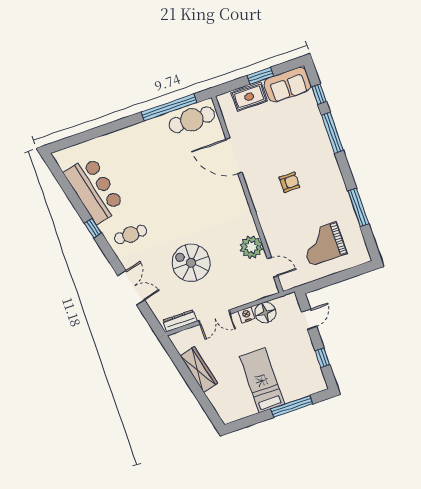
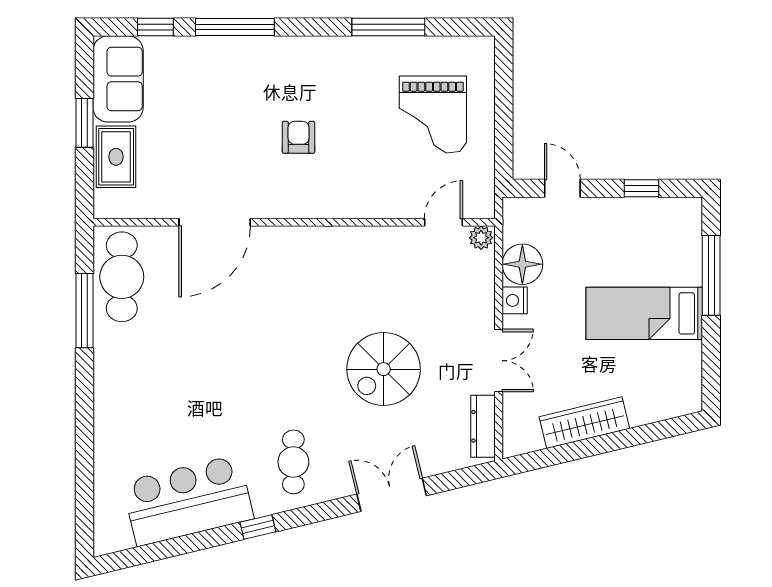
window: (169, 107) -> (84, 311), width x0.68
plant: (251, 247) -> (481, 238), moved, width x0.53, depth x0.53

